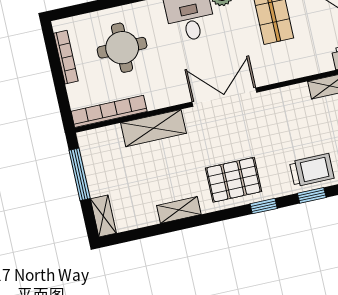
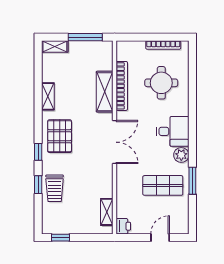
bookcase: (109, 111) -> (122, 86), moved

